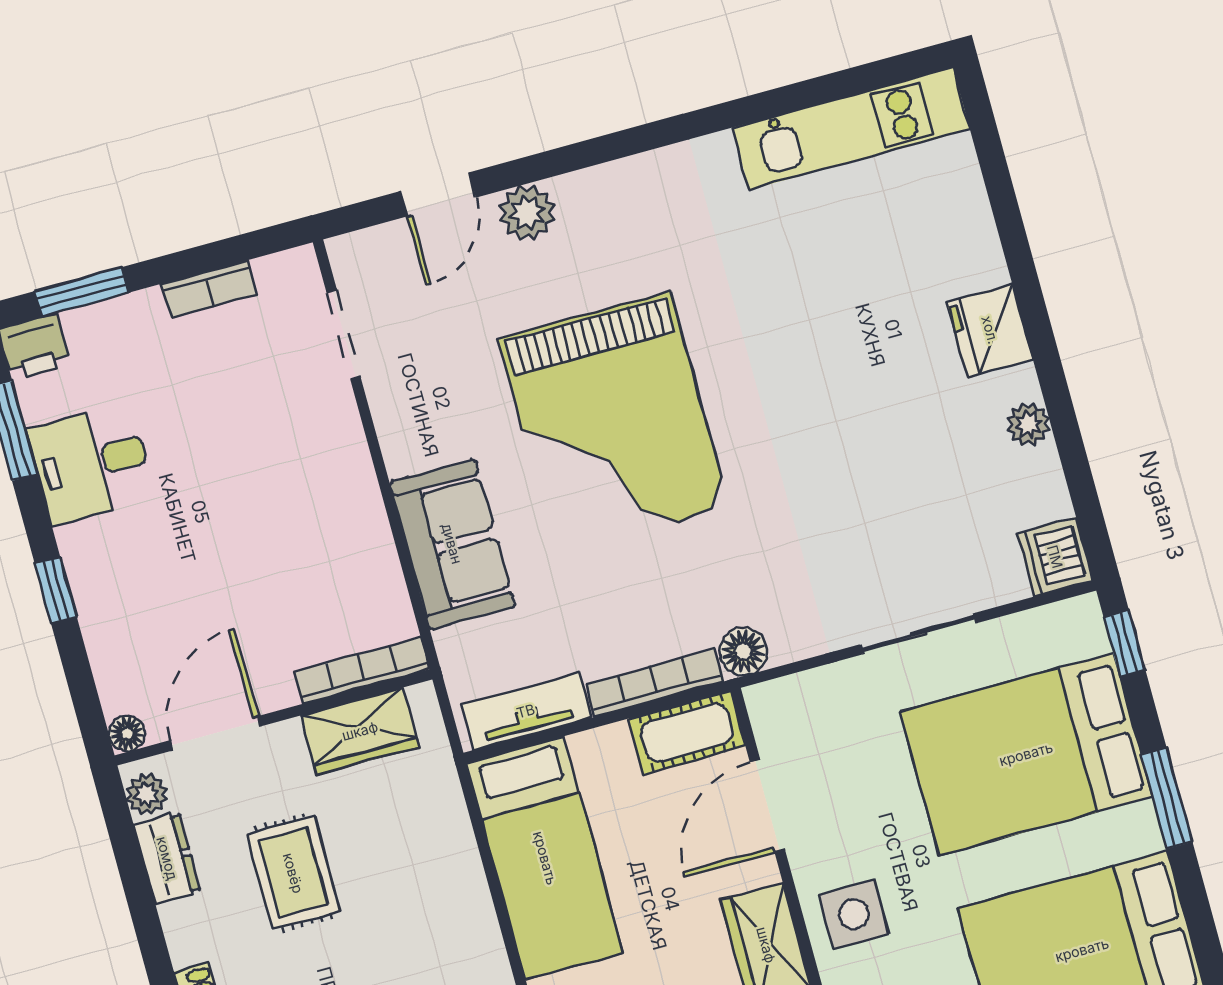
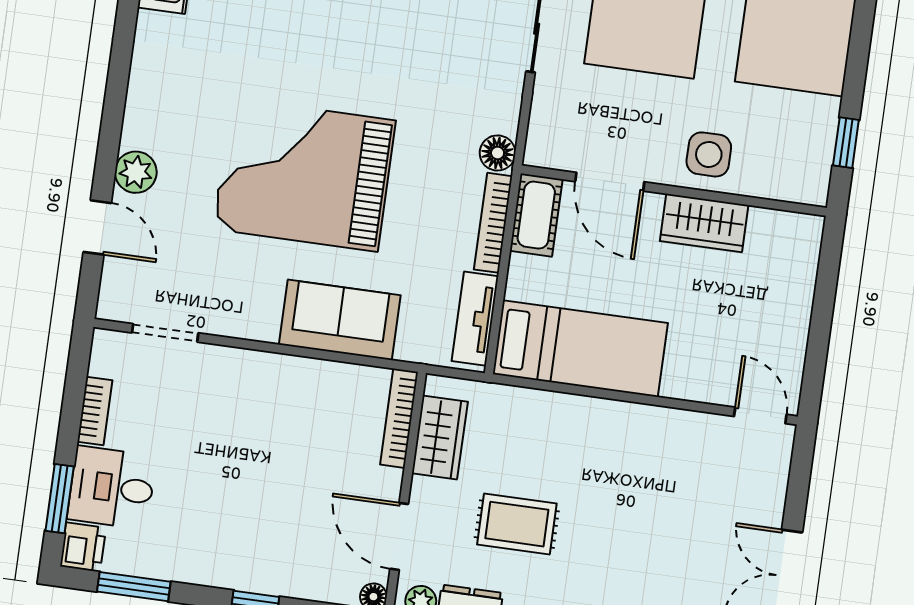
grand piano: (614, 423) -> (304, 175), turned 180
desk: (91, 464) -> (112, 488), moved, turned 90

